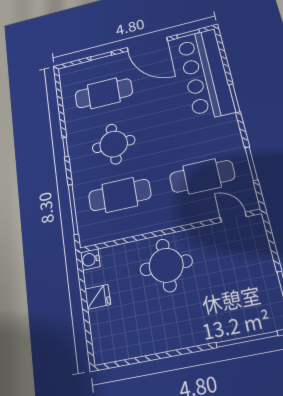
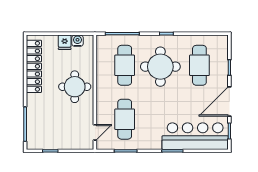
round table: (114, 144) -> (160, 67), width x1.36, depth x1.36
water cooler: (90, 259) -> (77, 41), moved
locker: (145, 342) -> (34, 66), added

